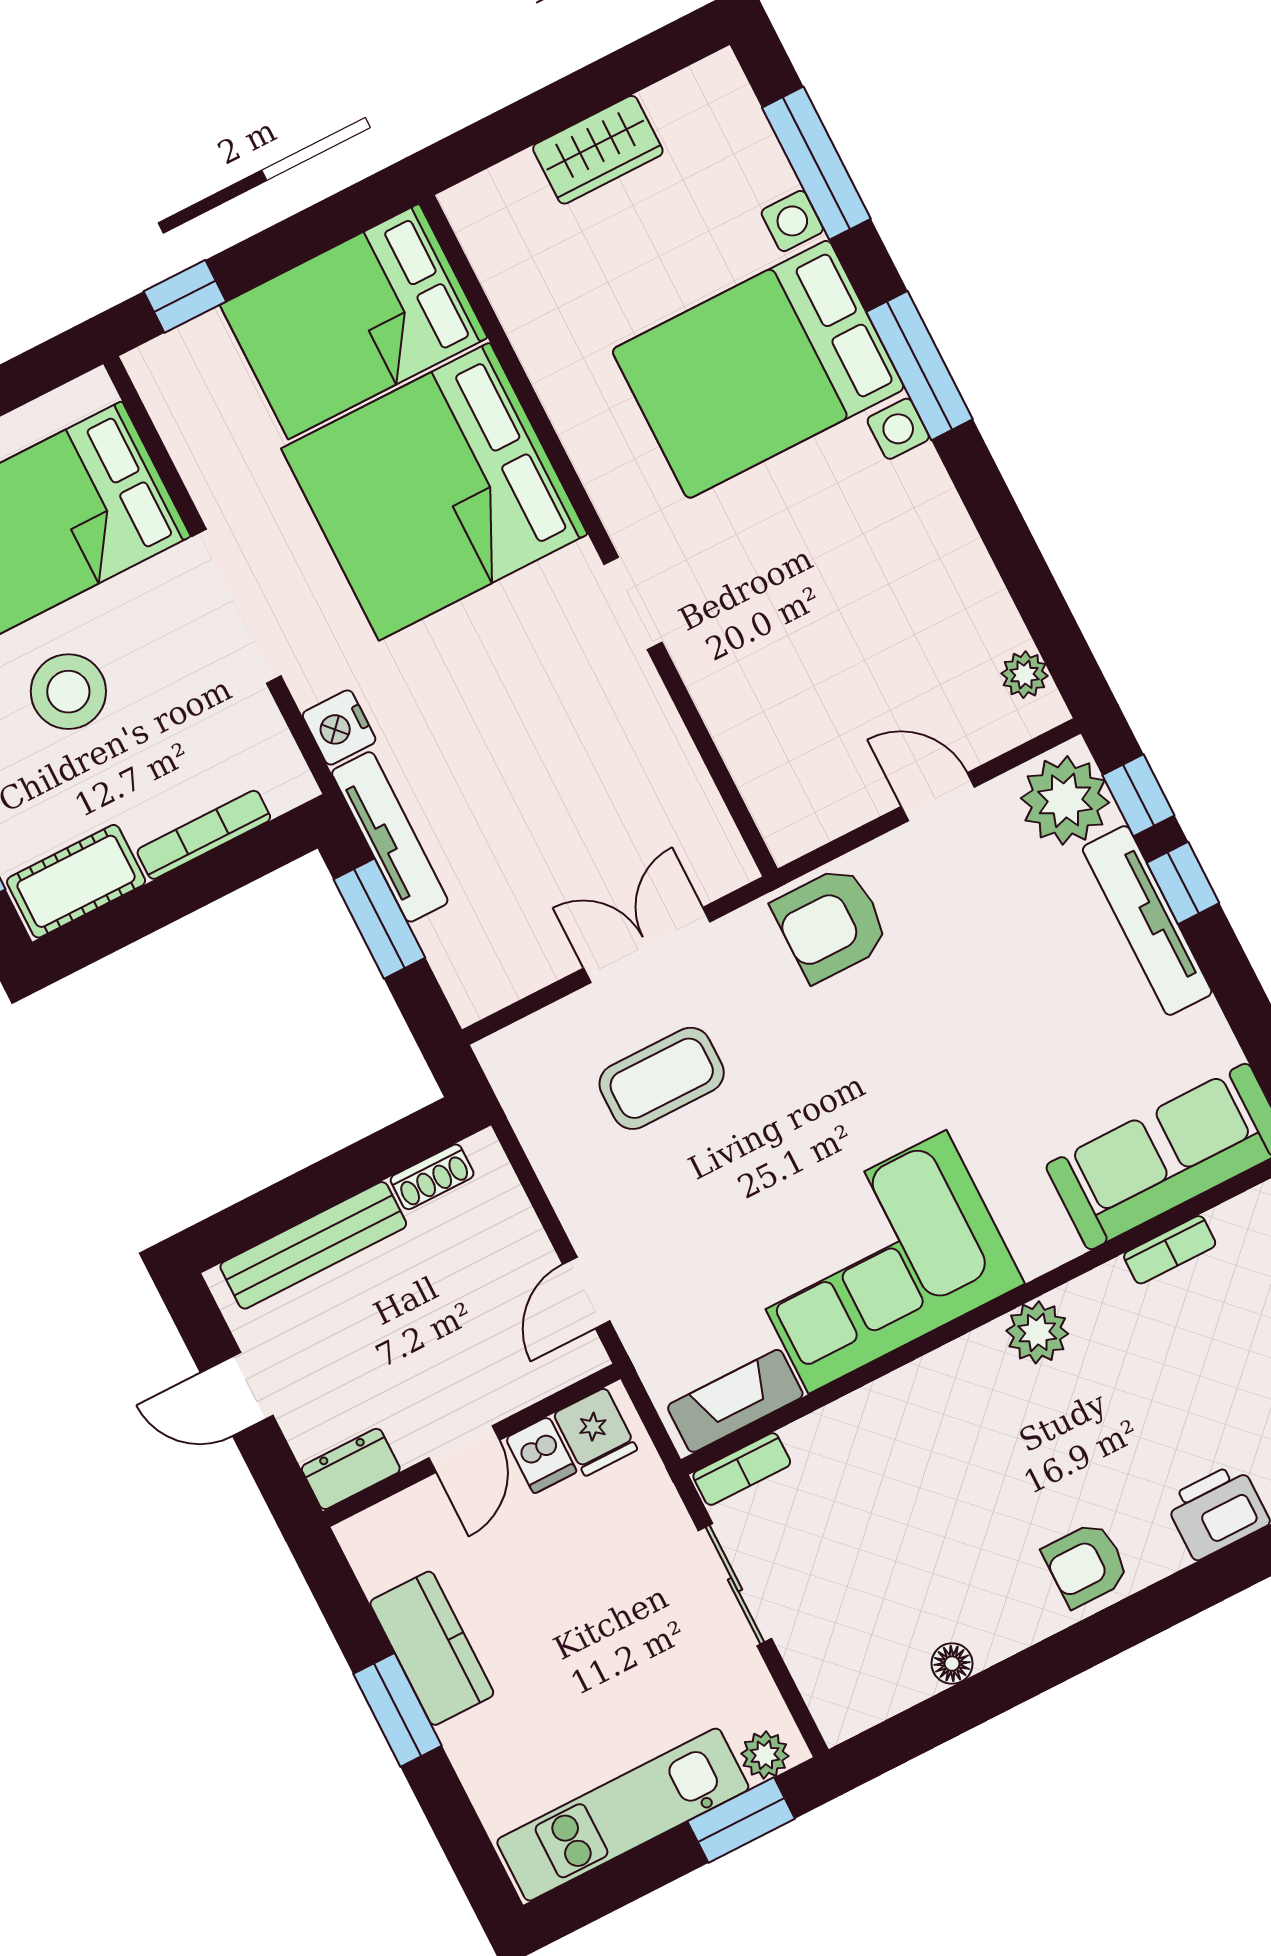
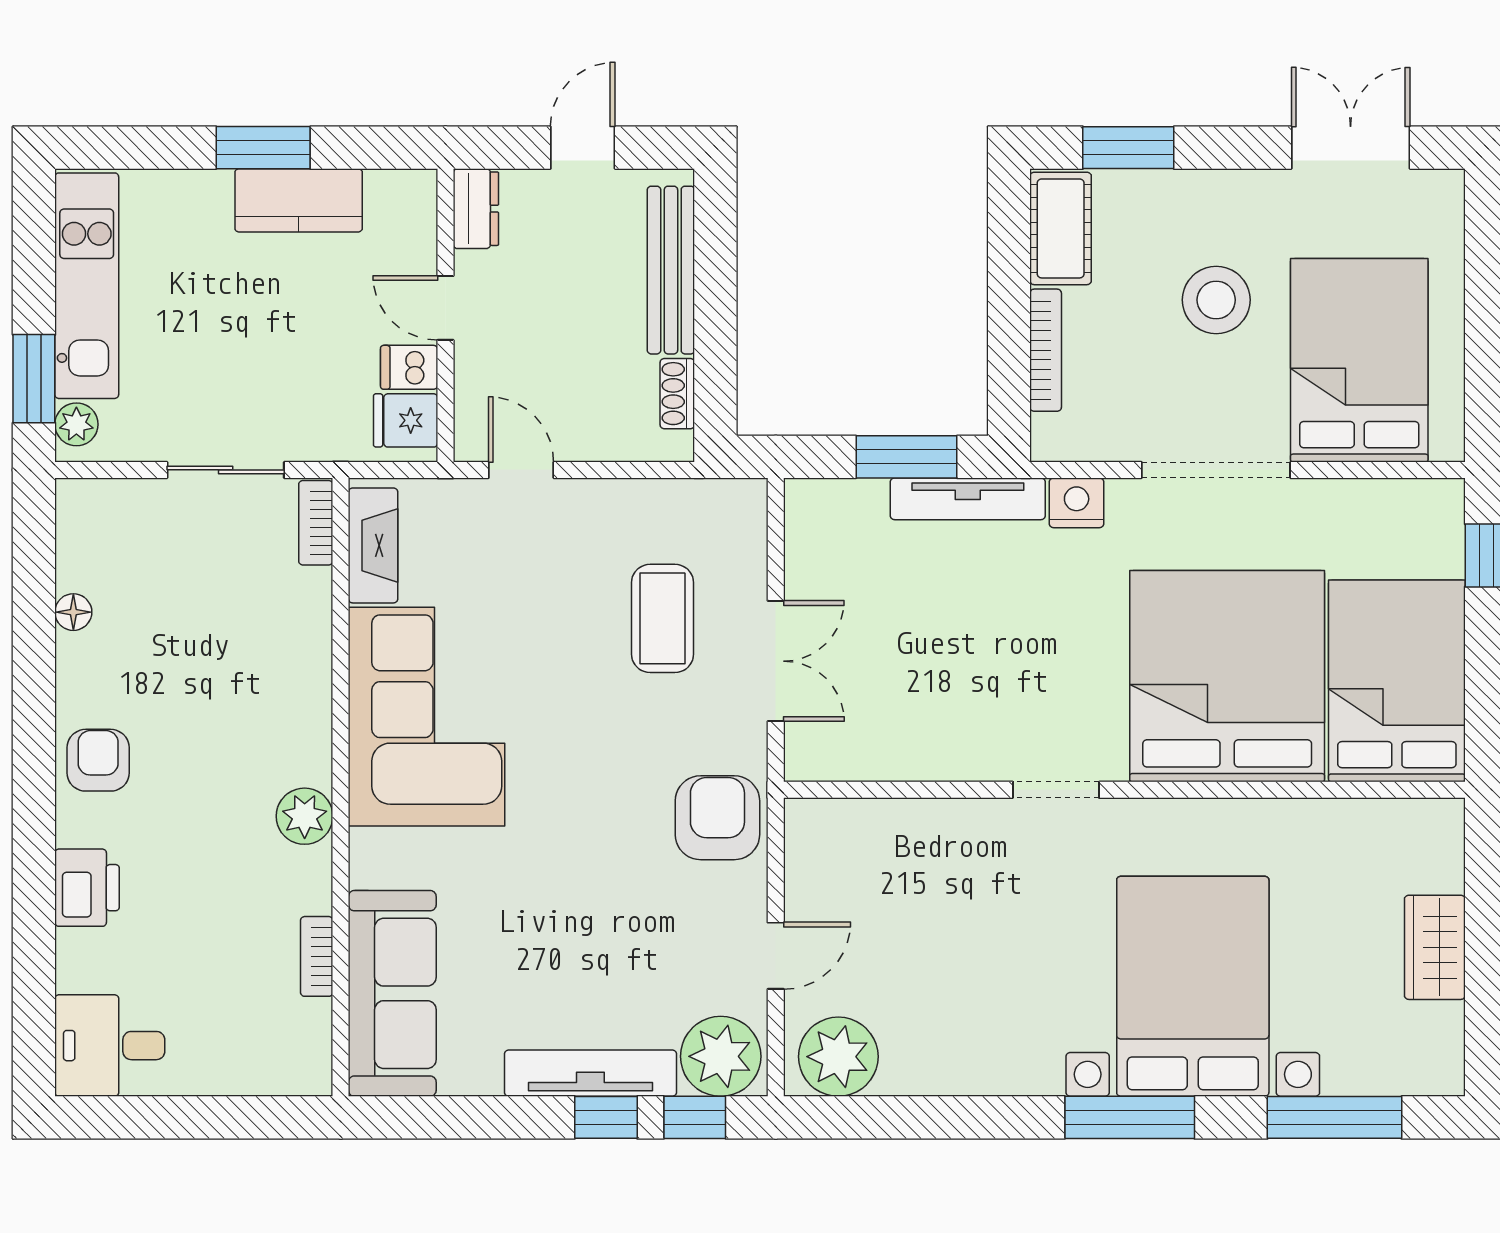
plant: (1024, 675) -> (838, 1057), width x1.87, depth x1.87

